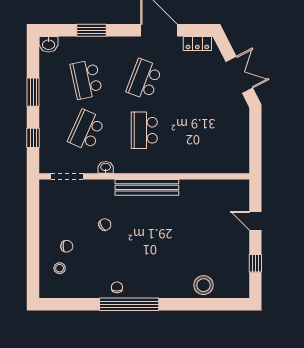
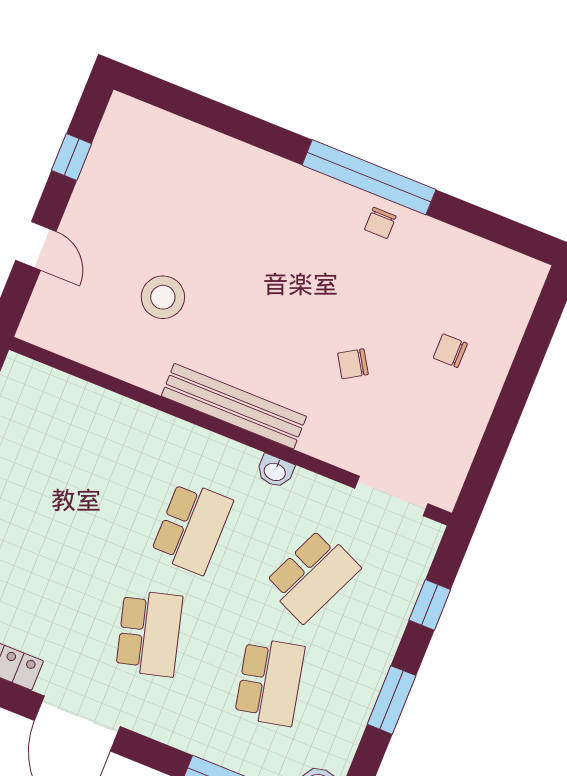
school desk: (144, 79) -> (149, 633), turned -36
washbasin: (106, 167) -> (275, 471), moved
stool: (60, 268) -> (484, 311), removed
stool: (204, 285) -> (163, 297), moved

